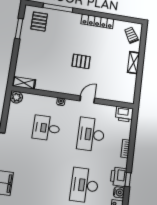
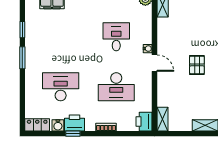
shelving: (124, 98) -> (162, 119), added
door: (87, 99) -> (154, 63), moved
desk: (91, 134) -> (116, 87), turned 180

